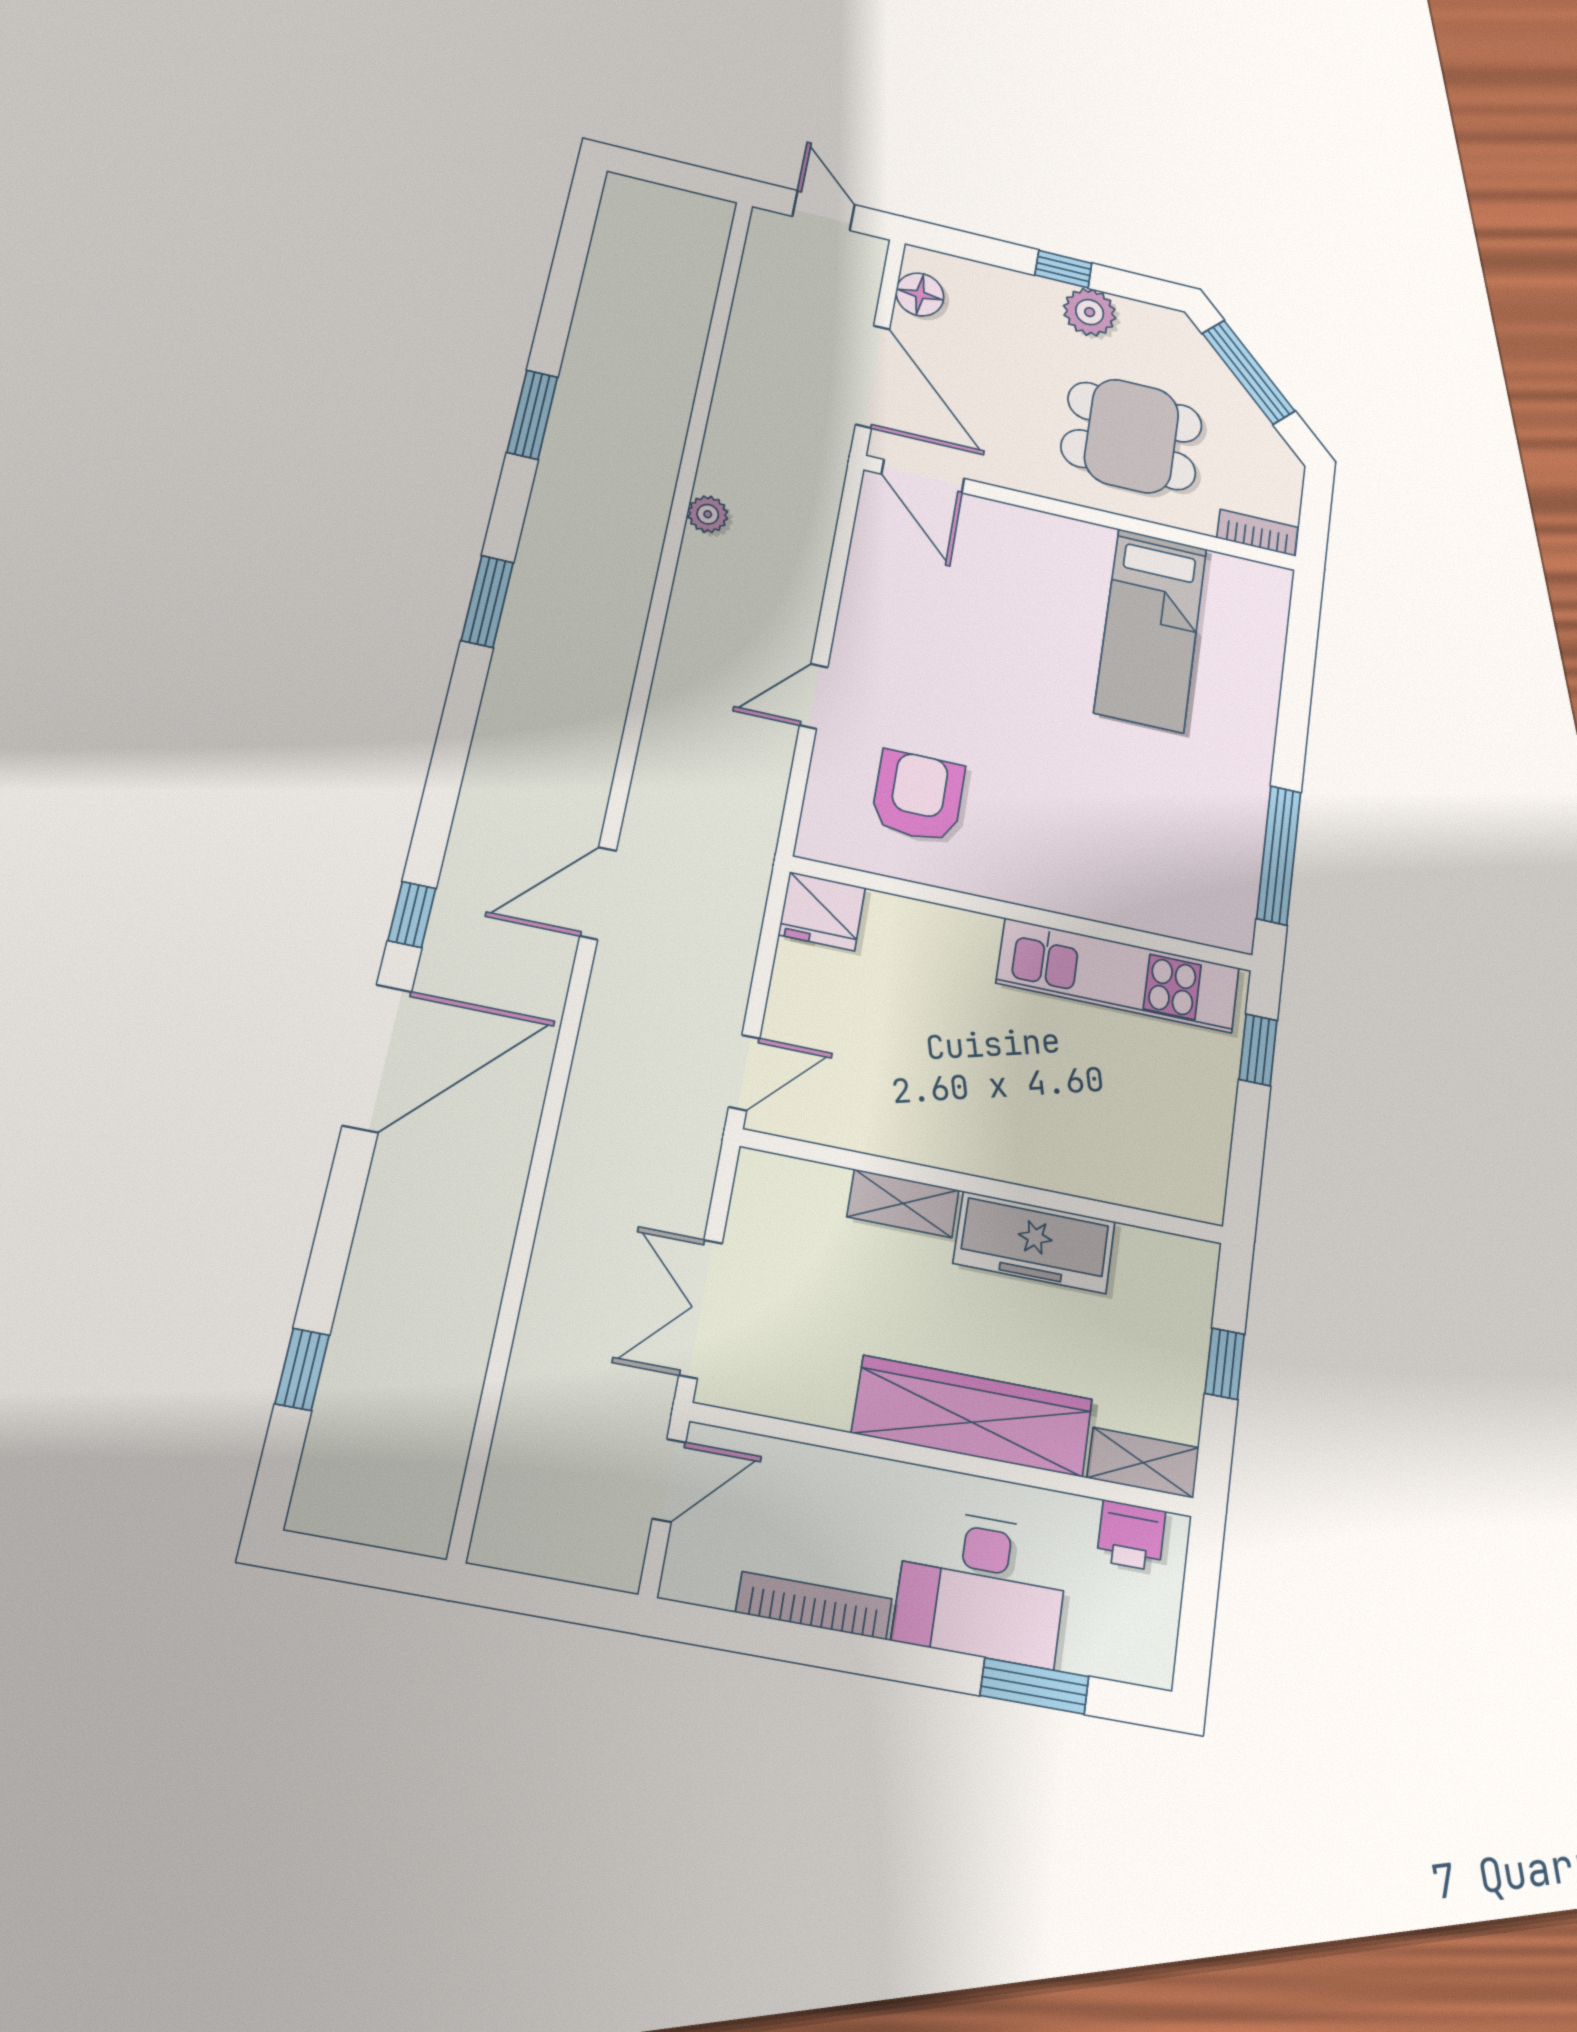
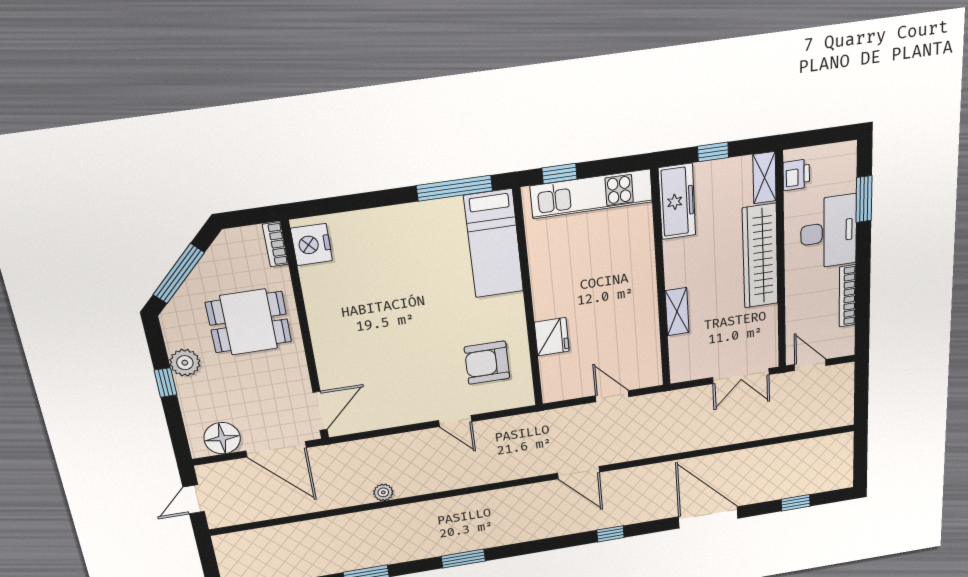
floor lamp: (920, 294) -> (222, 438), width x1.38, depth x1.38
door: (873, 377) -> (276, 449), swing flipped
dining table: (1132, 436) -> (249, 322), turned 90
nightstand: (1241, 587) -> (311, 245), added
bed: (1151, 630) -> (494, 244), moved, turned 90
fridge: (822, 911) -> (552, 337), moved
kitchen unit: (1118, 976) -> (592, 194), moved, turned 90
door: (377, 1058) -> (708, 517), moved
door: (744, 1073) -> (612, 396), moved
freezer: (1034, 1242) -> (677, 202), moved

